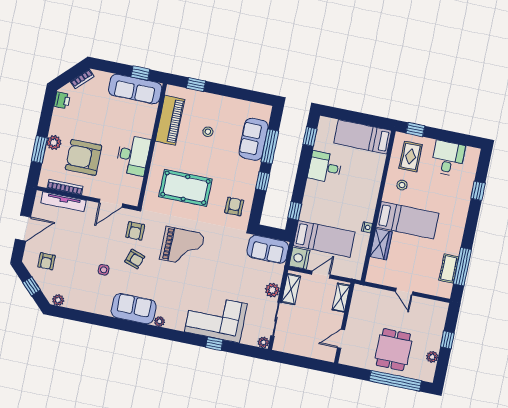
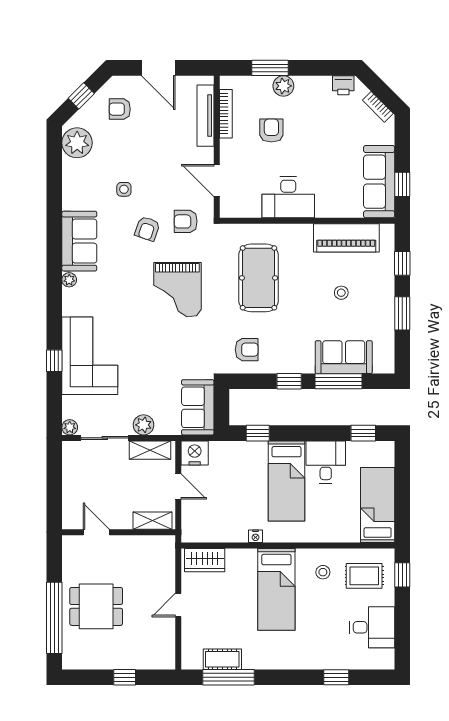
window: (231, 92) -> (402, 313), added
armchair: (84, 157) -> (271, 131), width x0.53, depth x0.53
bed: (324, 239) -> (286, 481), moved
wardrobe: (381, 244) -> (205, 560), moved
plant: (58, 300) -> (77, 143), width x1.88, depth x1.88
plant: (432, 357) -> (97, 661), removed

